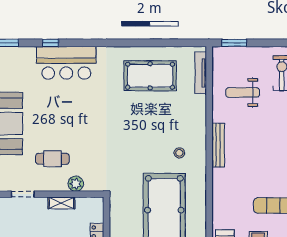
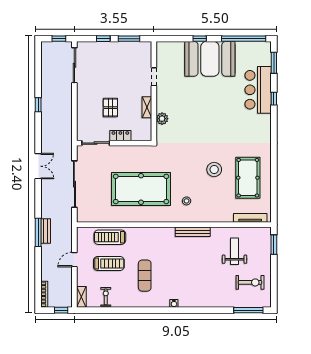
bar counter: (66, 63) -> (258, 90), moved
stool: (140, 118) -> (214, 169), added
cafe table: (52, 159) -> (182, 100), removed

